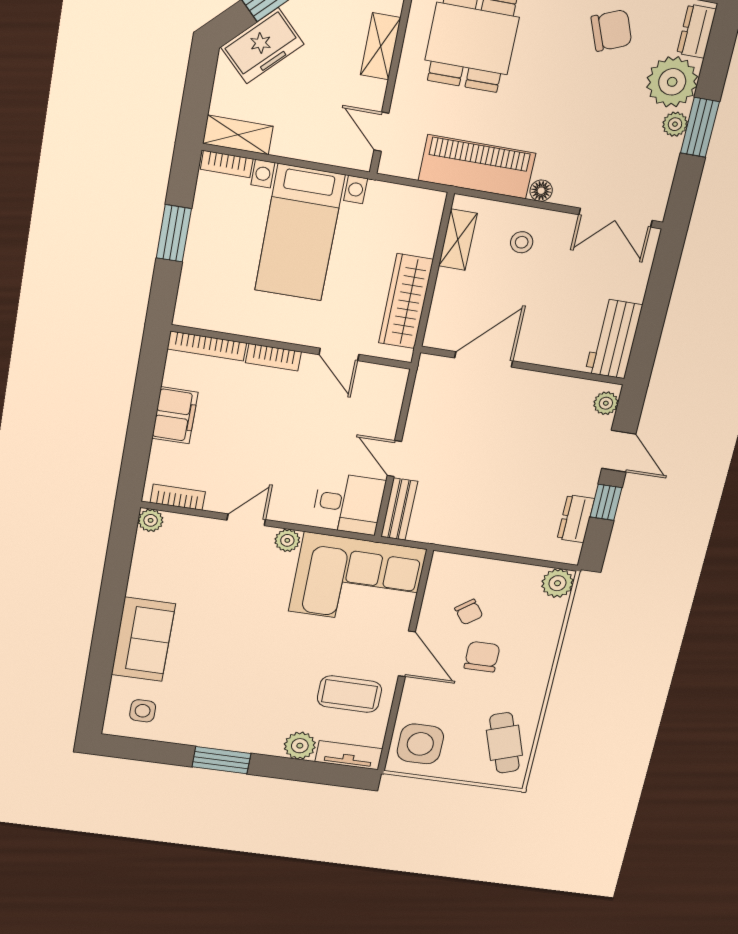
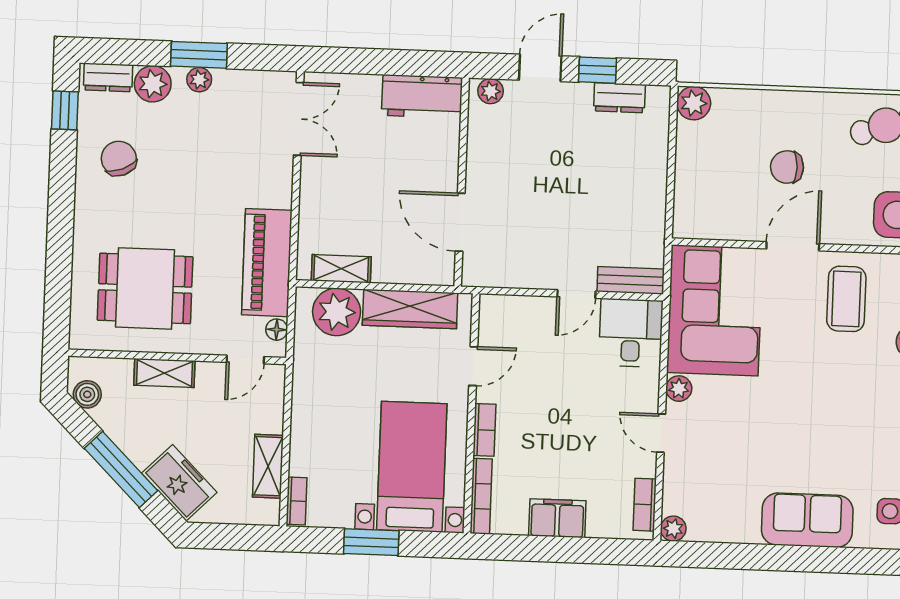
plant: (672, 82) -> (153, 84), width x0.73, depth x0.73
shelving: (238, 135) -> (268, 466), moved
floor lamp: (541, 191) -> (277, 330), moved
plant: (415, 229) -> (337, 312), added
bed with nightstands: (300, 233) -> (412, 467), moved, turned -90
stool: (522, 242) -> (335, 206), removed
chair: (469, 612) -> (737, 190), removed

